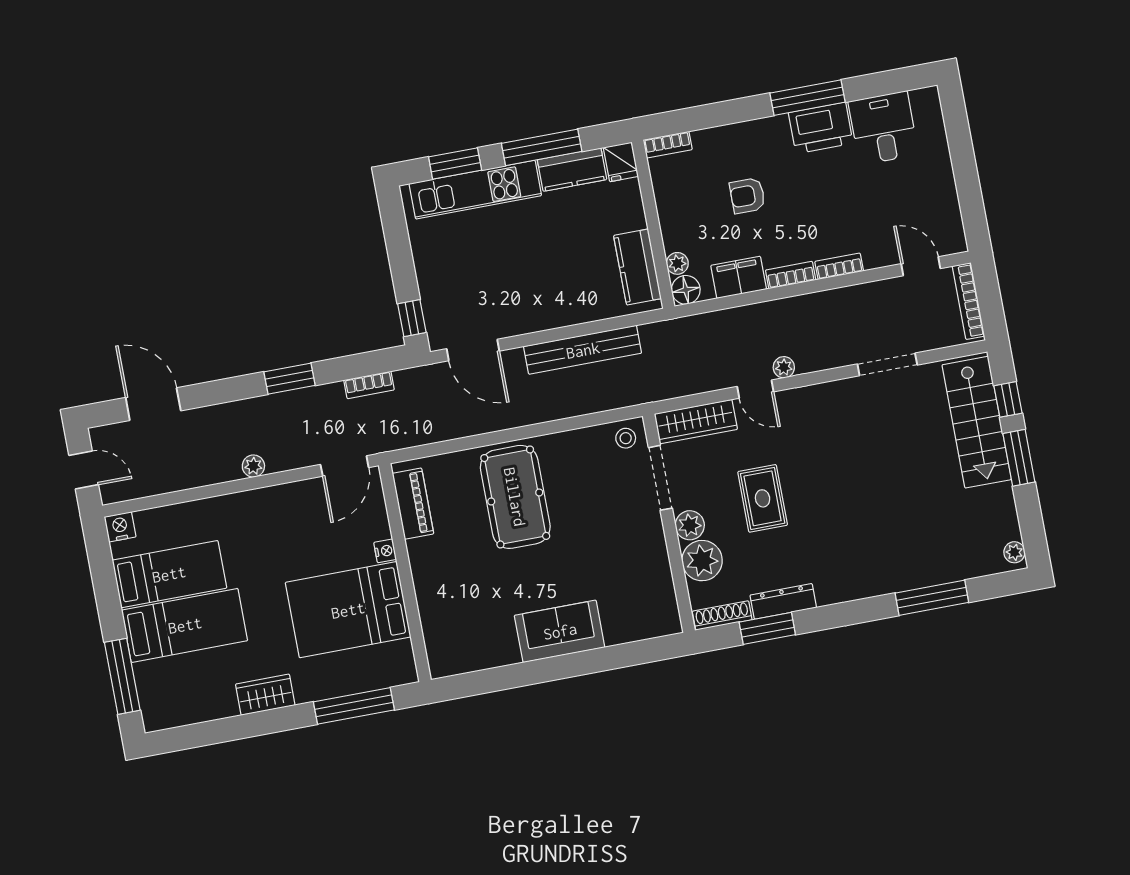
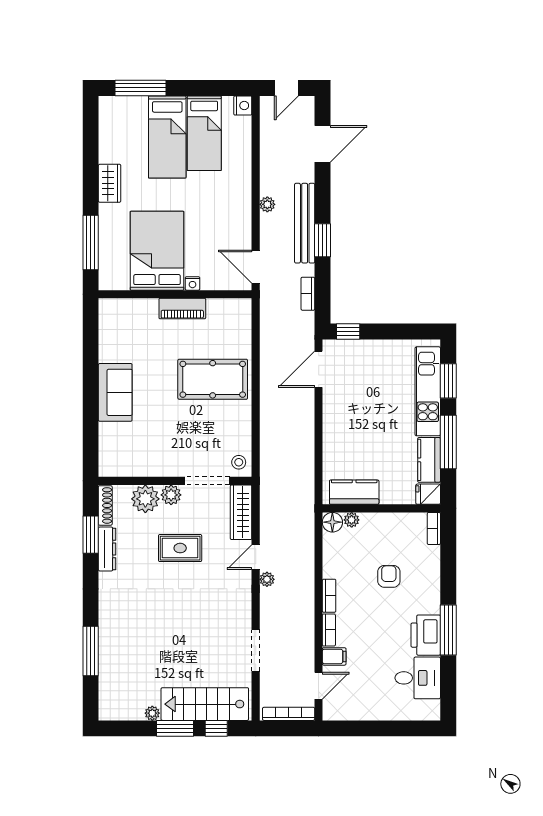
filing cabinet: (739, 277) -> (334, 656), moved, width x0.50
bench: (583, 350) -> (305, 223), moved
piano: (413, 504) -> (182, 309), moved
plant: (1014, 552) -> (152, 713), moved

